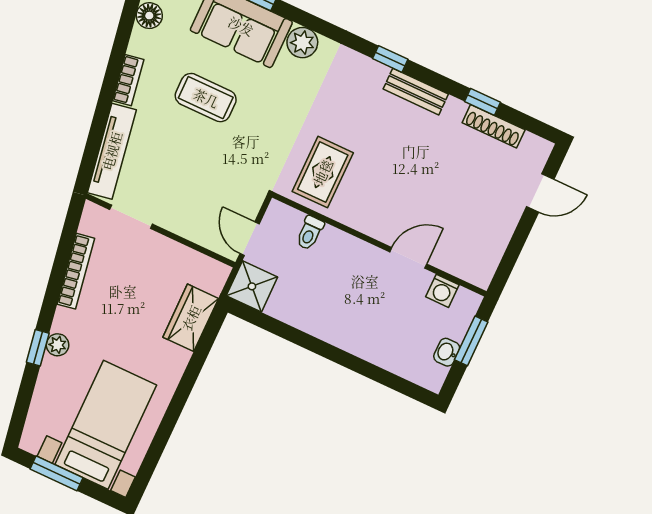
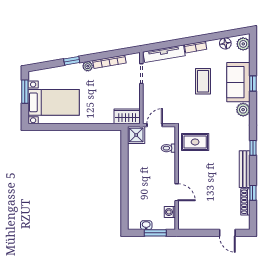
bench: (416, 92) -> (245, 169), width x1.36
wardrobe: (191, 318) -> (127, 116), moved
plant: (58, 345) -> (88, 66), moved

